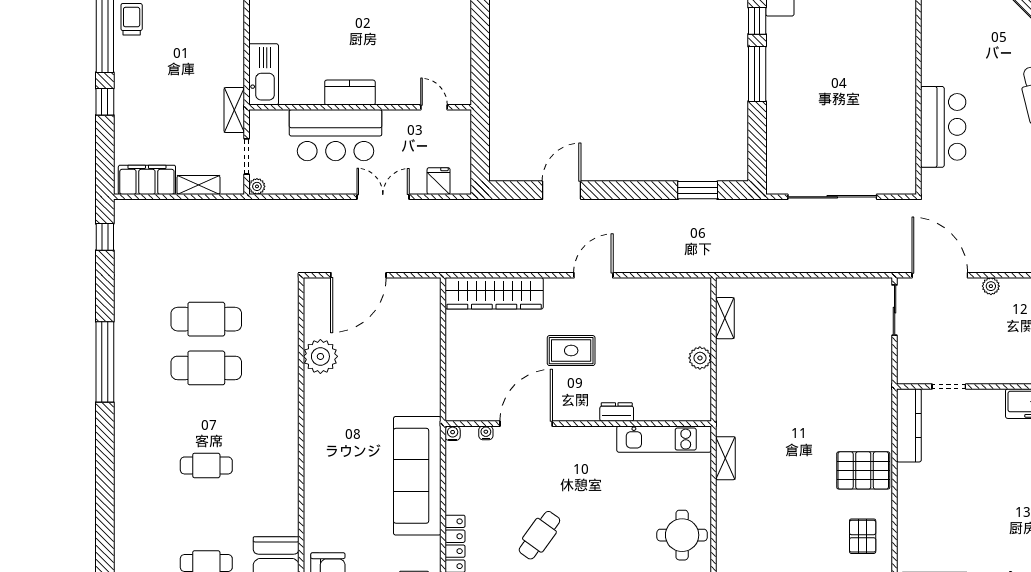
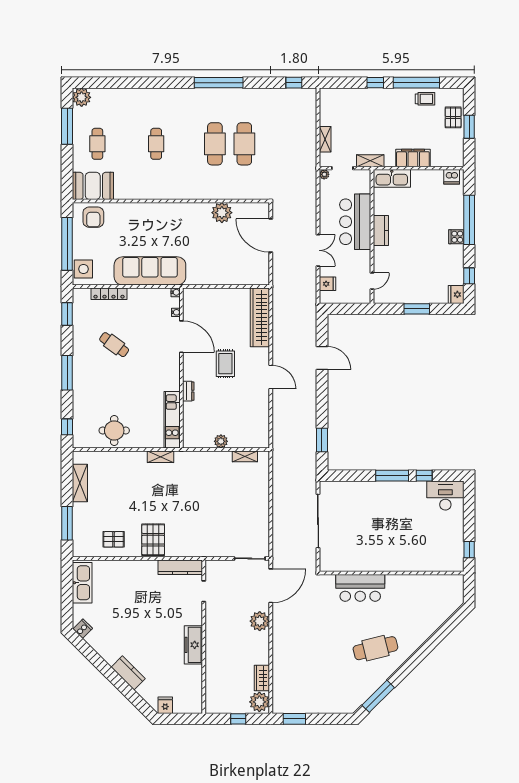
window: (480, 33) -> (417, 309), added
filing cabinet: (147, 180) -> (413, 158), moved, turned -90
plant: (991, 286) -> (260, 621), width x1.88, depth x1.88

